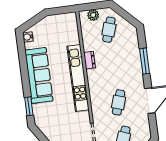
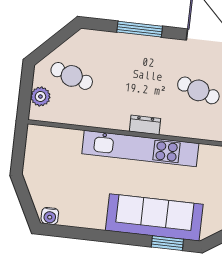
dresser: (90, 60) -> (145, 125), moved
sofa: (39, 75) -> (154, 217), moved

